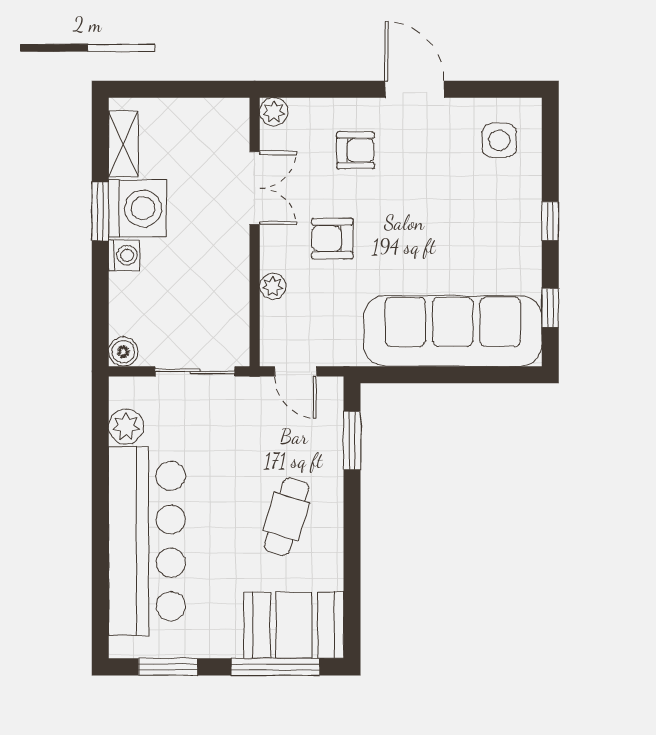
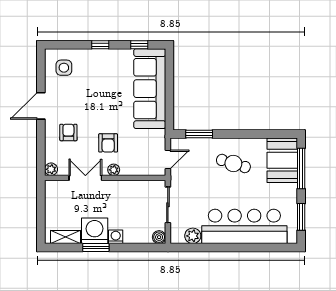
plant: (273, 286) -> (114, 170), moved

